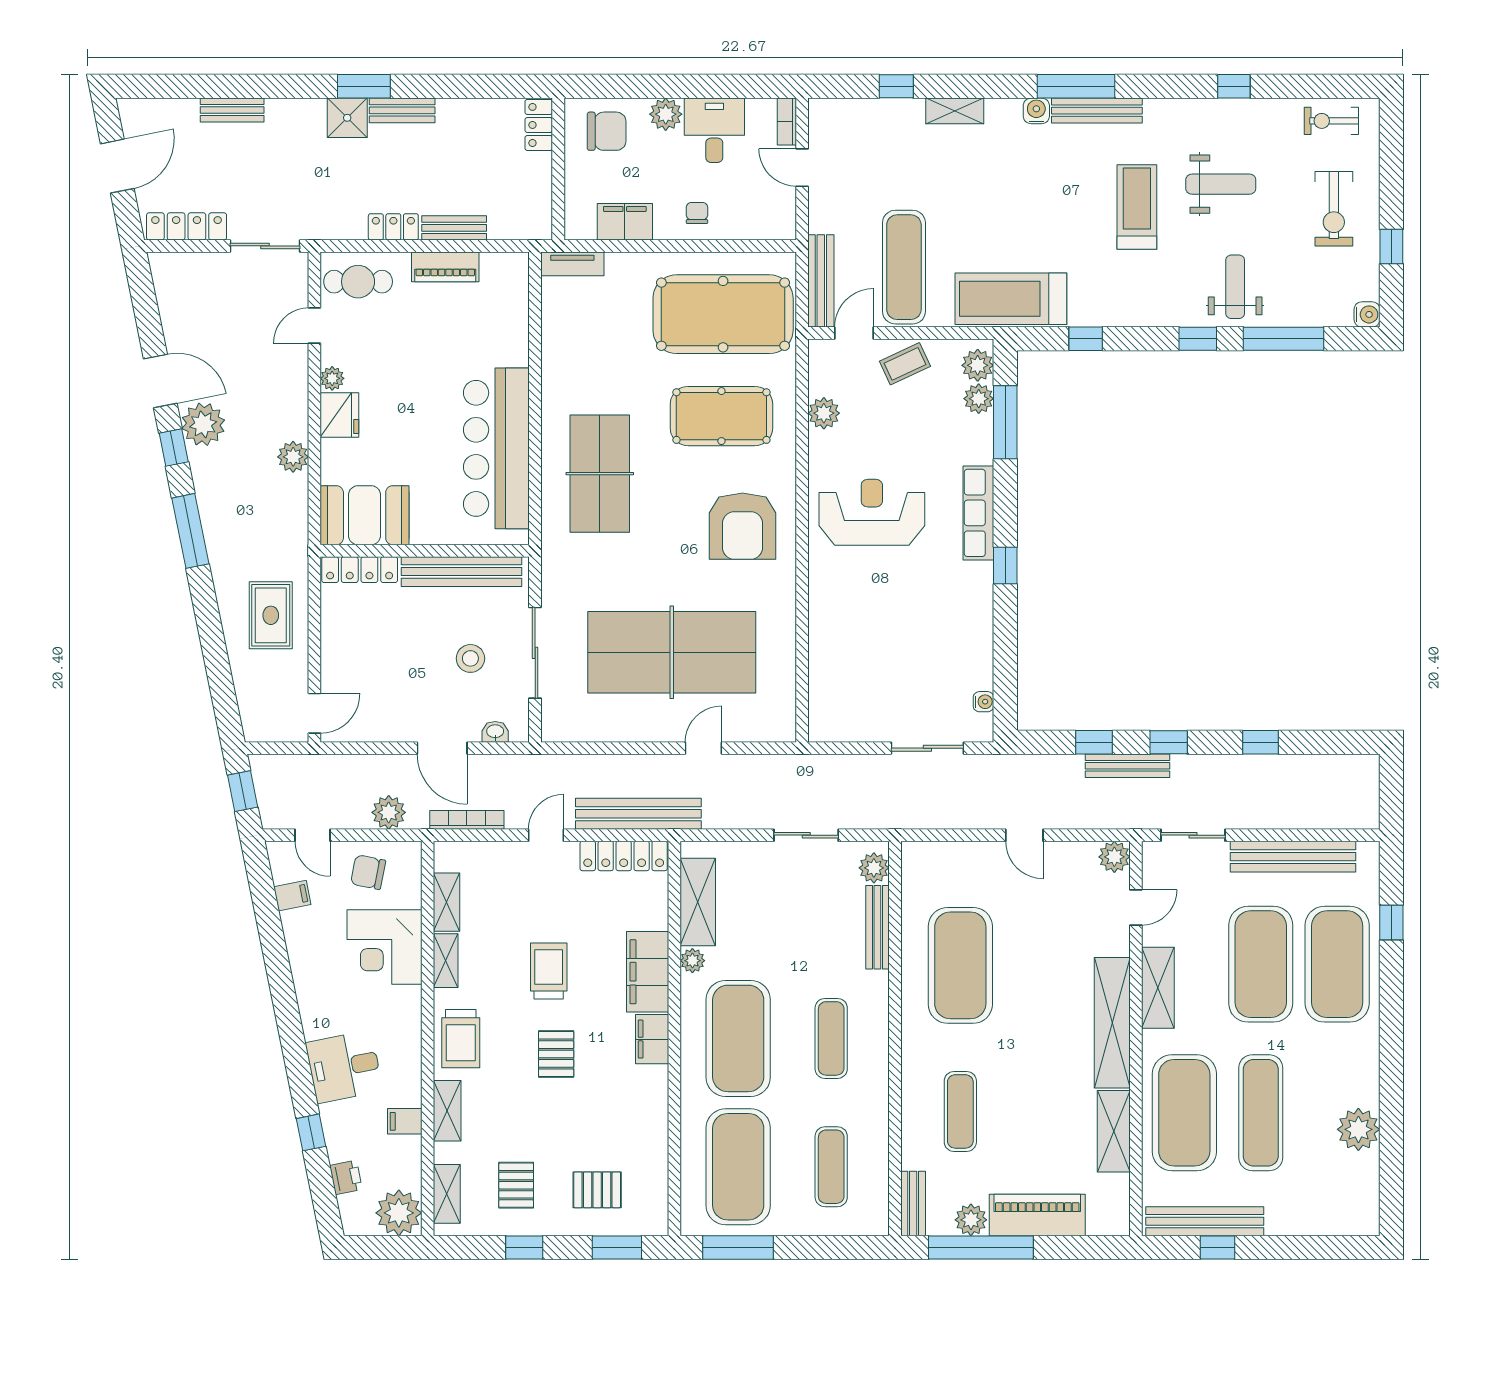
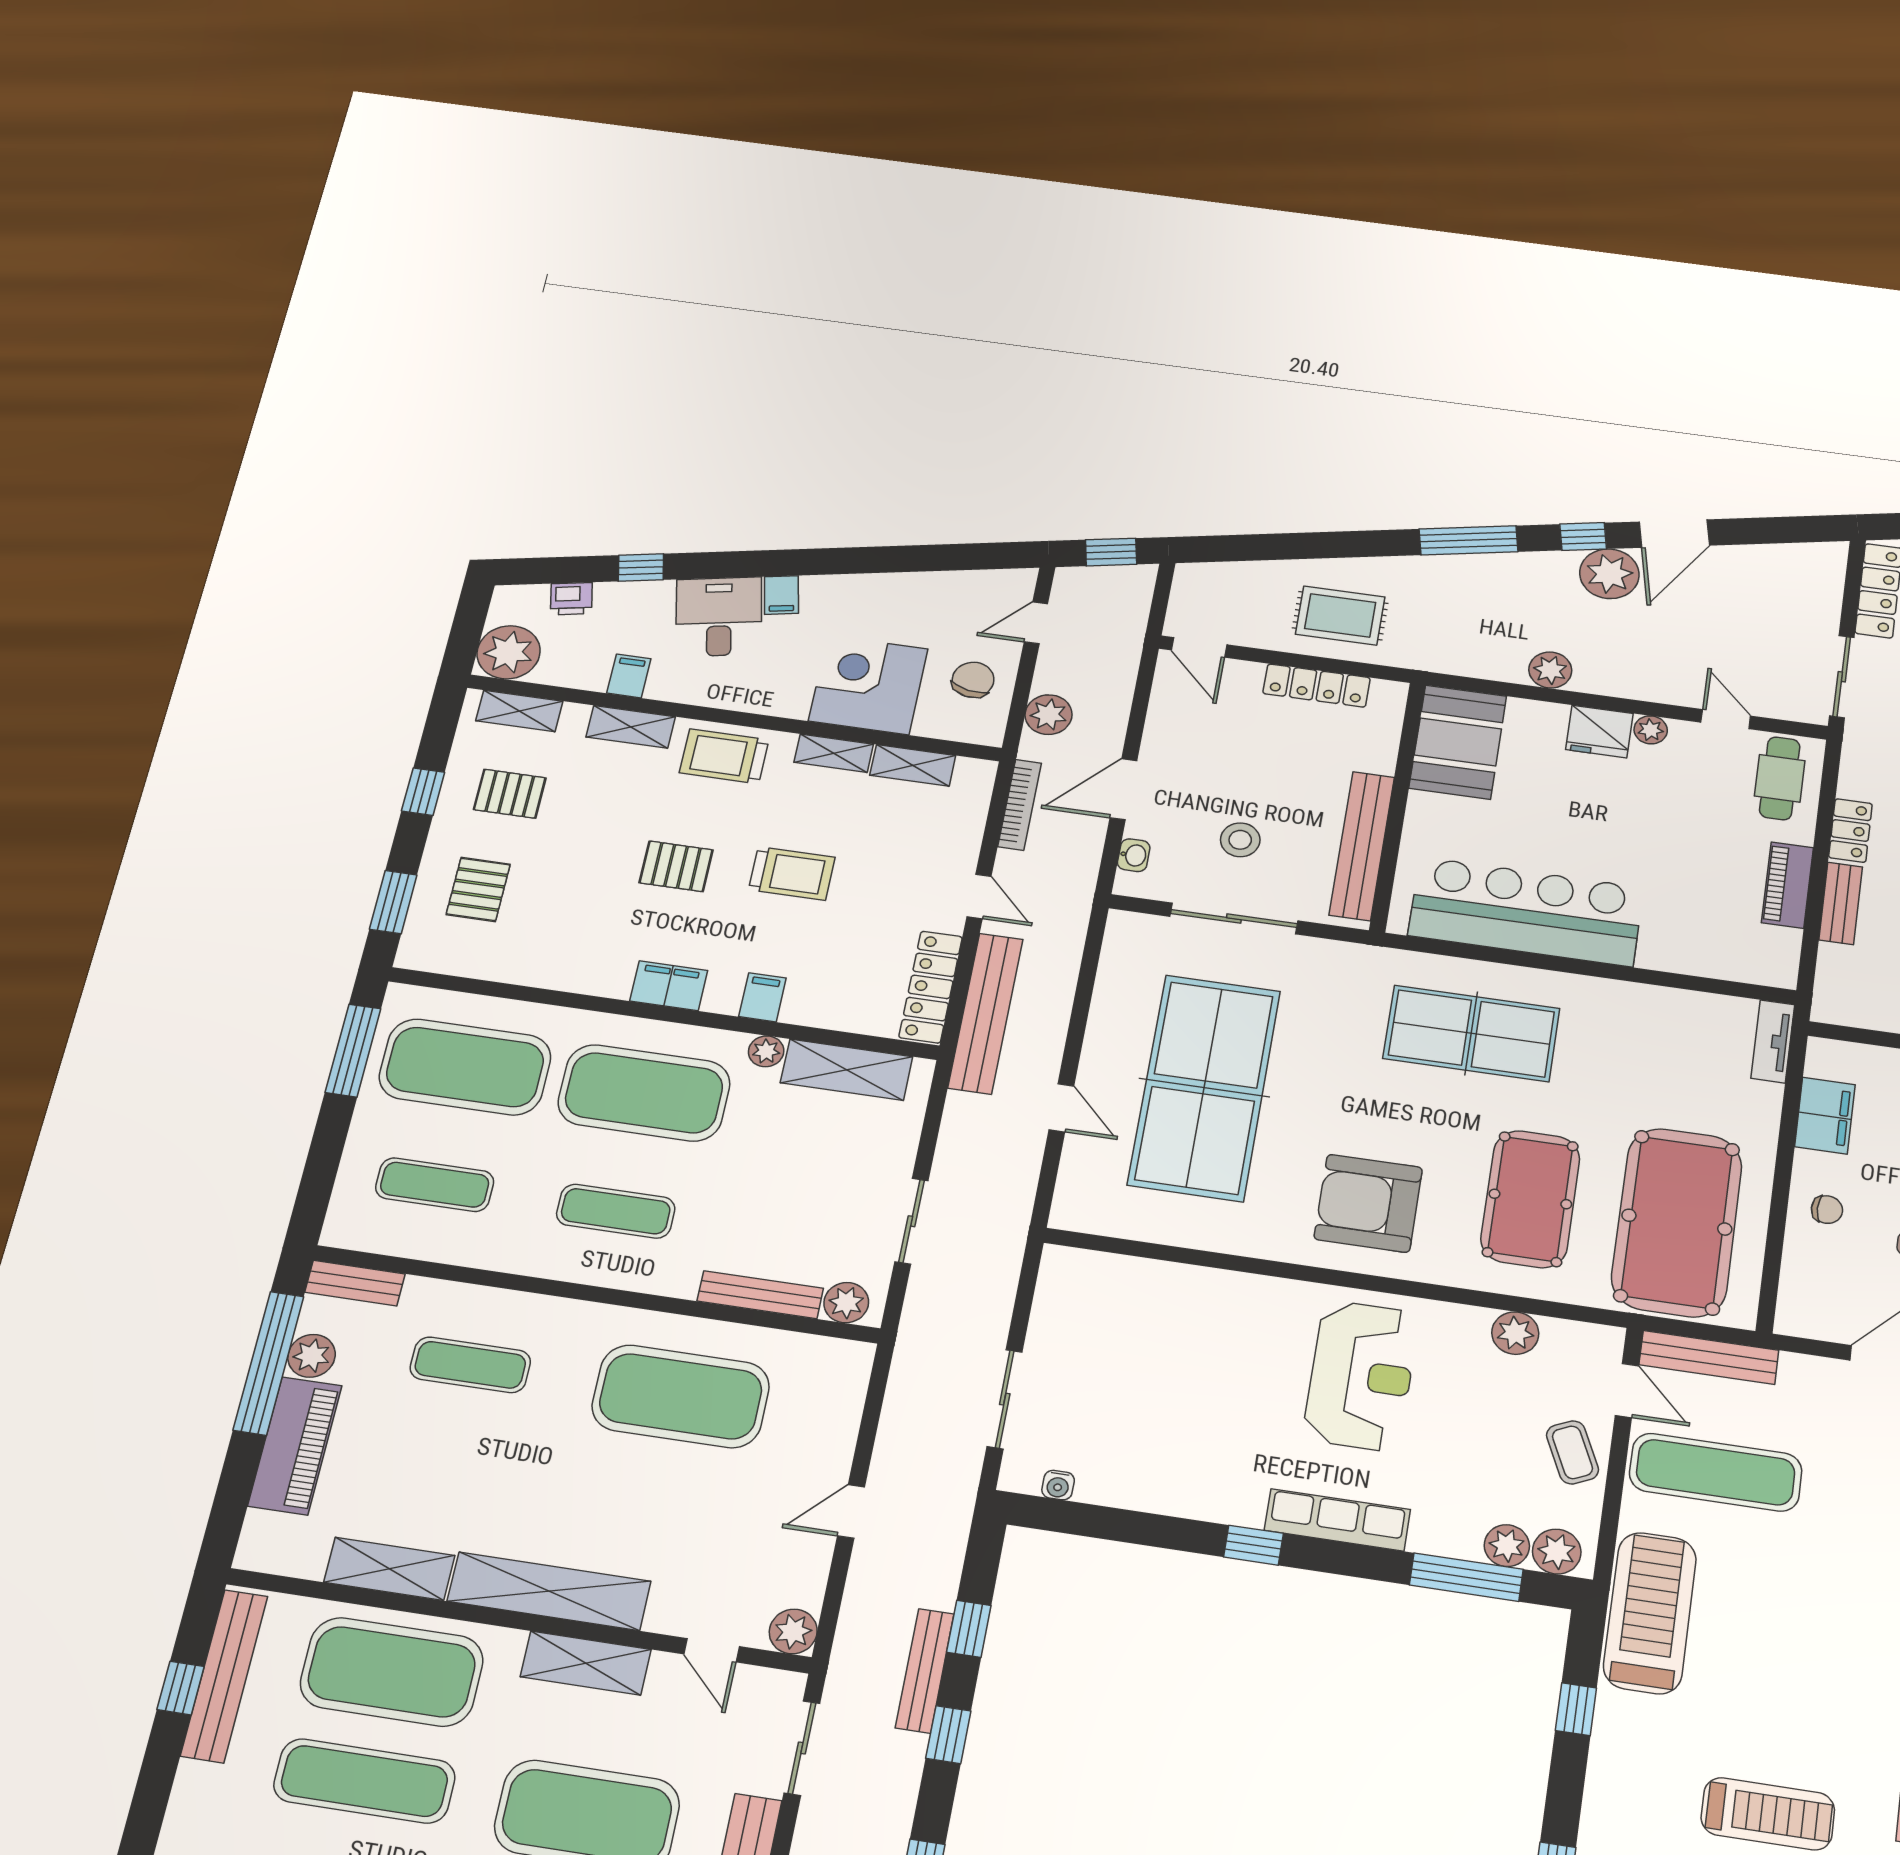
locker: (360, 570) -> (1316, 686), moved, turned -90
filing cabinet: (292, 896) -> (781, 595), moved
filing cabinet: (648, 972) -> (762, 997), width x0.33, depth x0.86

